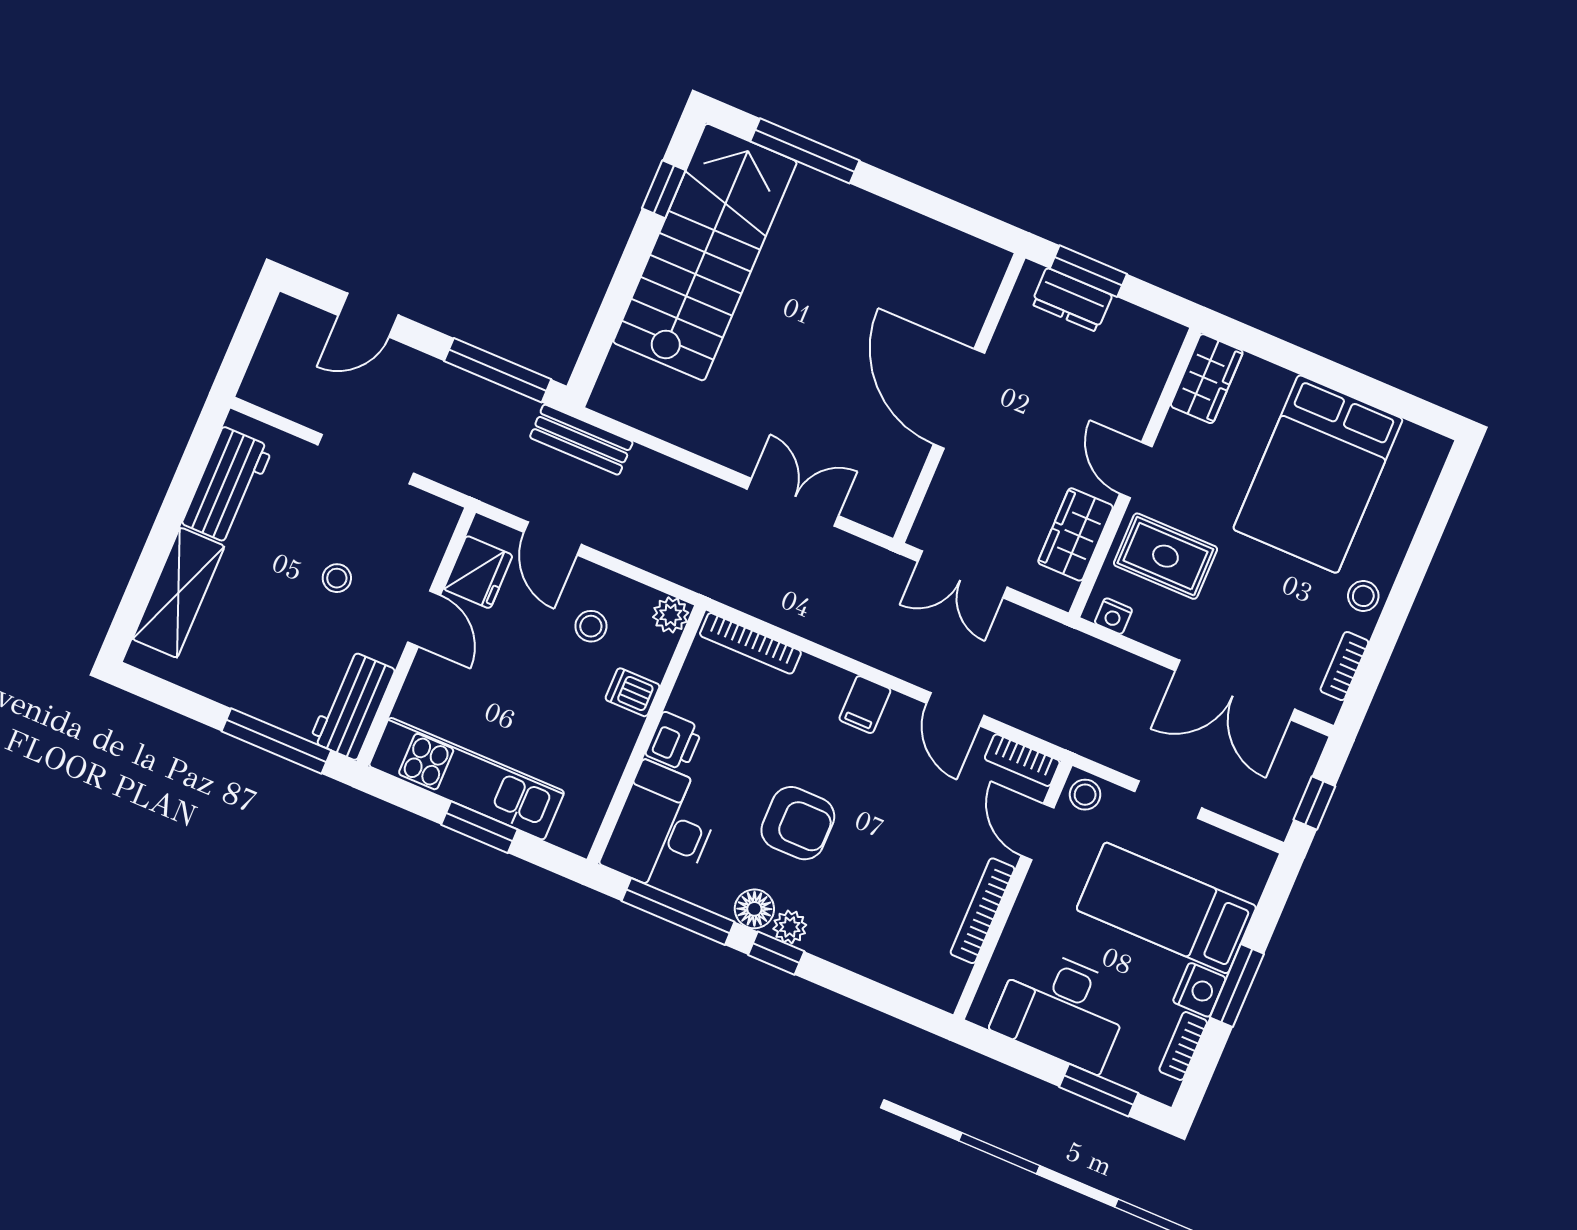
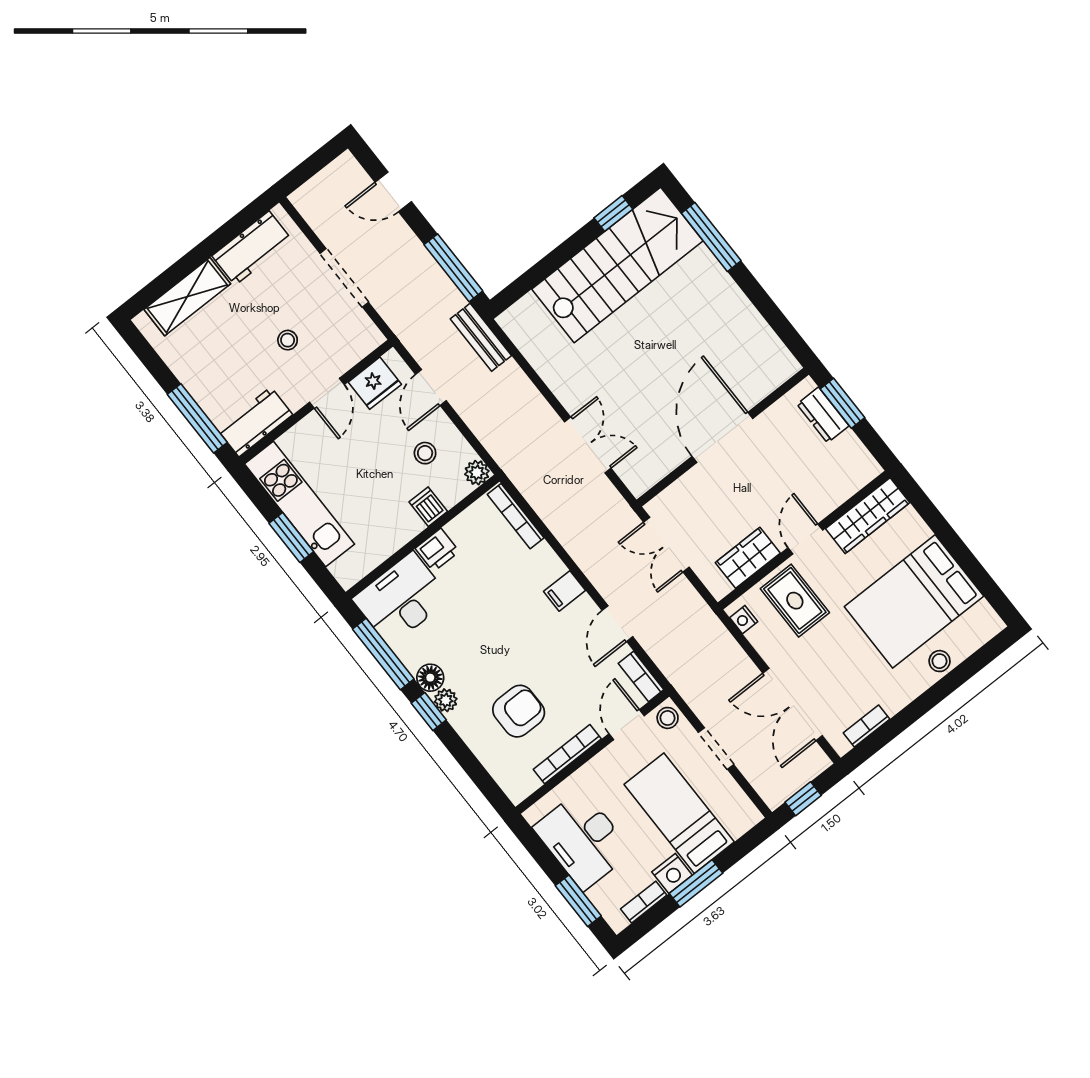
wardrobe: (1207, 379) -> (868, 516), width x1.50
stool: (1363, 596) -> (940, 661), moved
armchair: (798, 823) -> (519, 711), moved, turned -90

